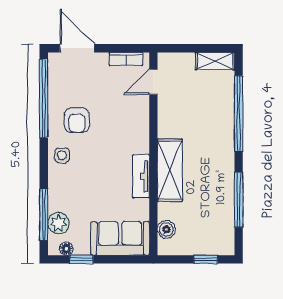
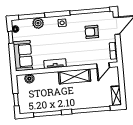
door: (153, 82) -> (103, 66), swing flipped
armchair: (77, 120) -> (92, 32), moved
shelving: (170, 170) -> (75, 76), moved
plant: (58, 223) -> (38, 23), moved

